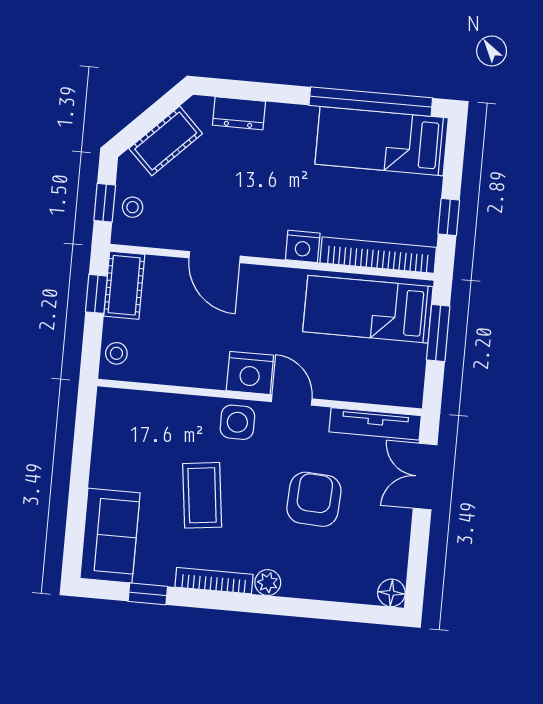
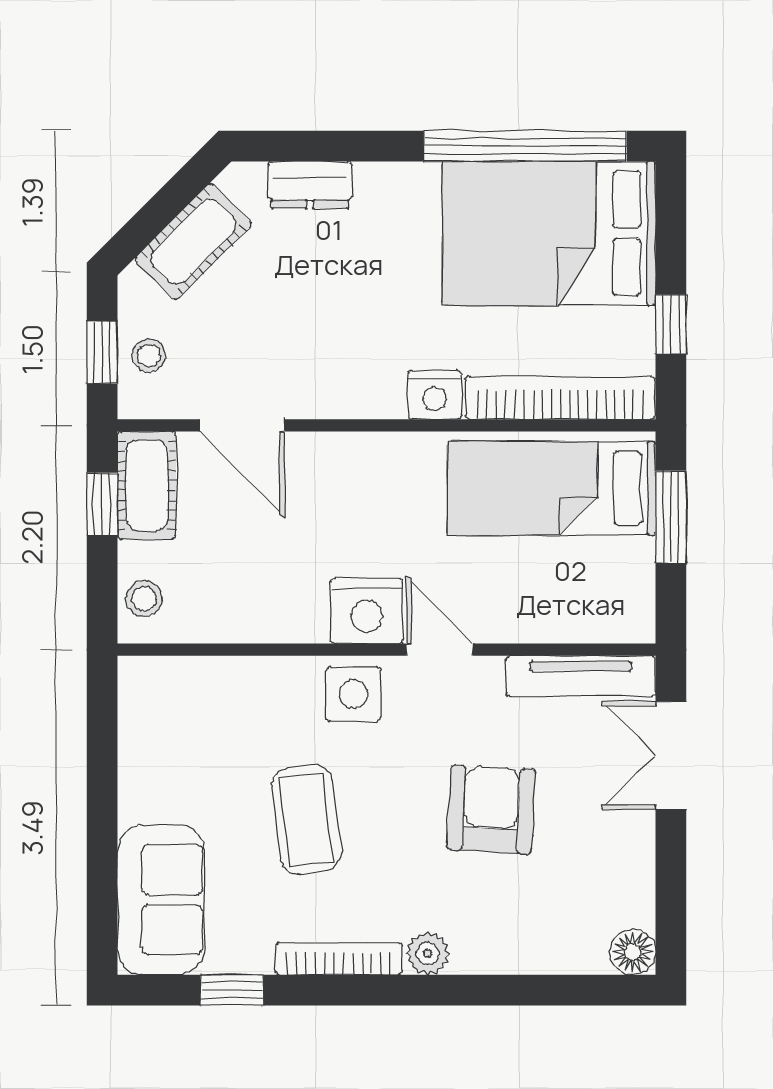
bed: (382, 141) -> (549, 233), width x1.50
door: (215, 257) -> (242, 425), moved

